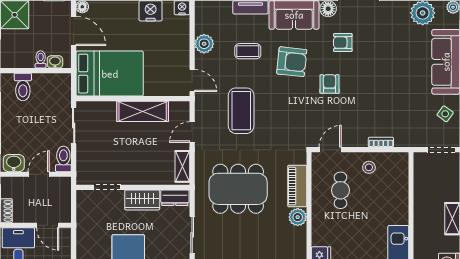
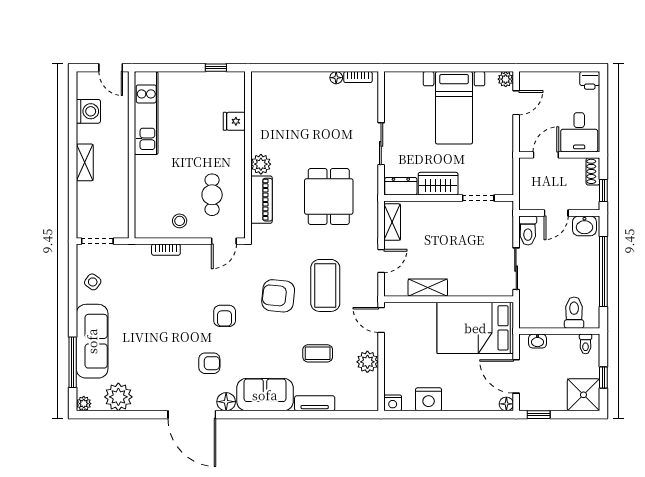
toilet: (41, 59) -> (586, 344), moved
armchair: (292, 62) -> (278, 296), moved
shelving: (143, 111) -> (428, 288), width x0.67, depth x0.75
dining table: (238, 189) -> (329, 196), width x0.73
door: (48, 225) -> (546, 155), hinge flipped

